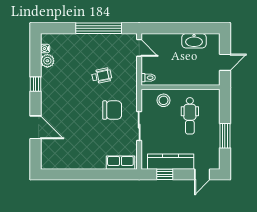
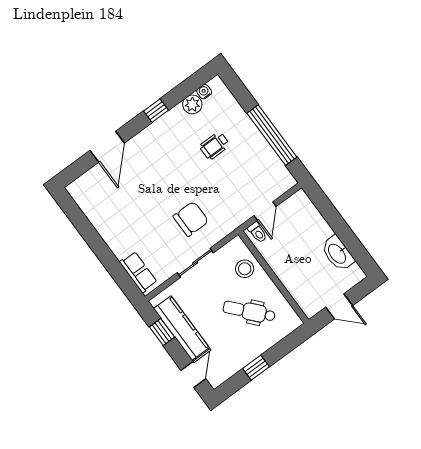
door: (139, 48) -> (265, 211), moved
wheelchair: (102, 76) -> (215, 146), moved, turned 102
chair: (112, 110) -> (191, 219), turned -90
dental chair: (190, 116) -> (249, 311), turned 48
window: (225, 136) -> (256, 368), width x0.67
door: (202, 174) -> (193, 375), swing flipped

